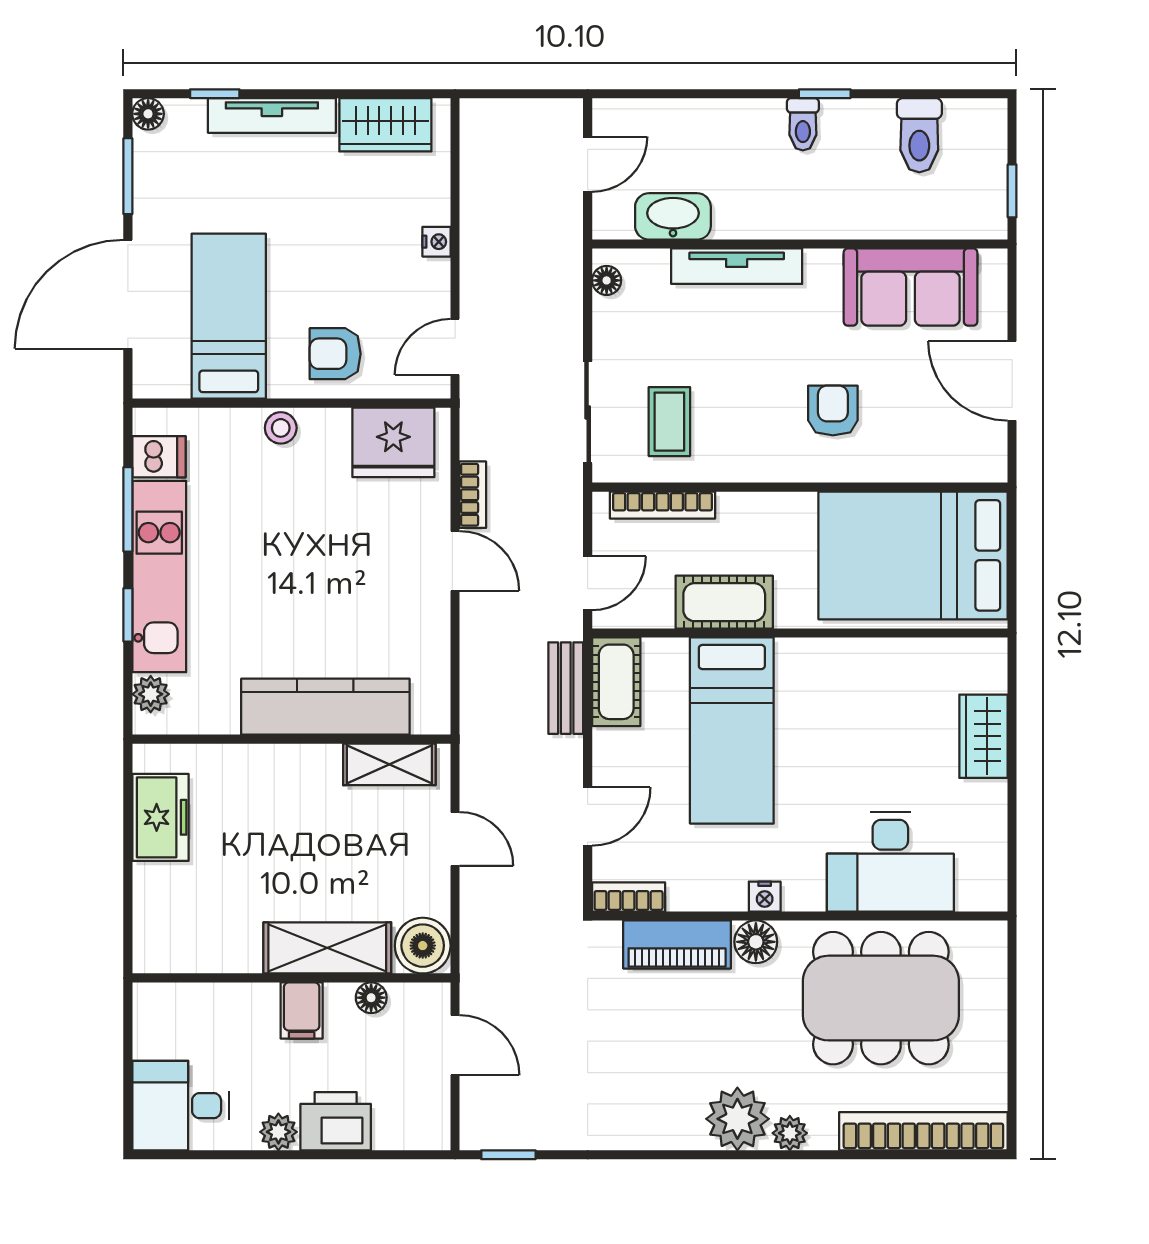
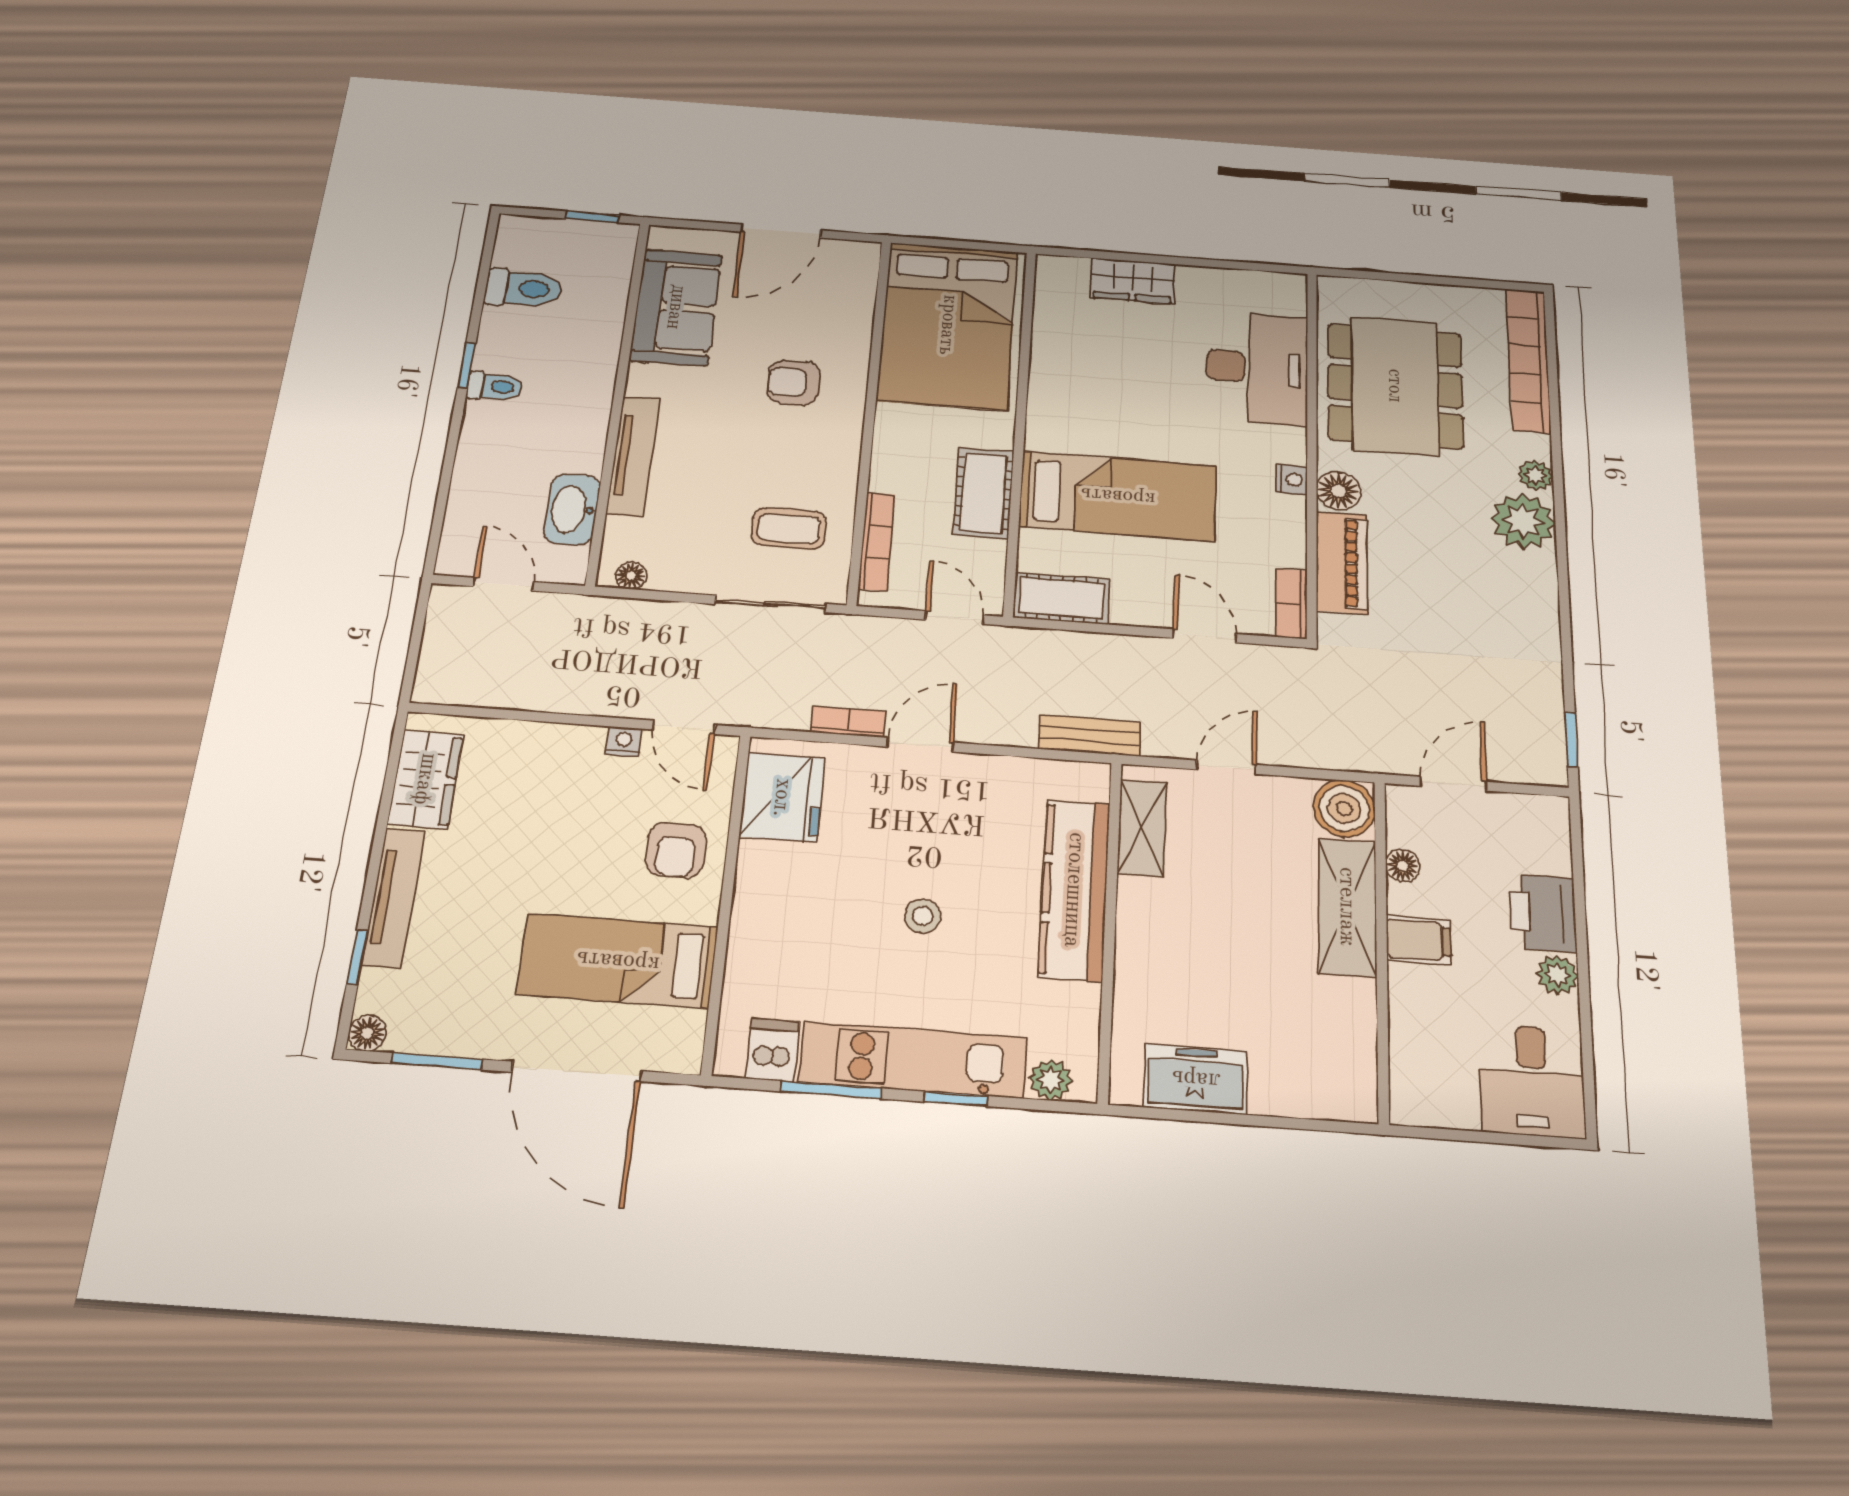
nightstand: (436, 242) -> (624, 742), moved
stool: (281, 428) -> (923, 916), moved
bench: (566, 688) -> (1089, 735), moved

